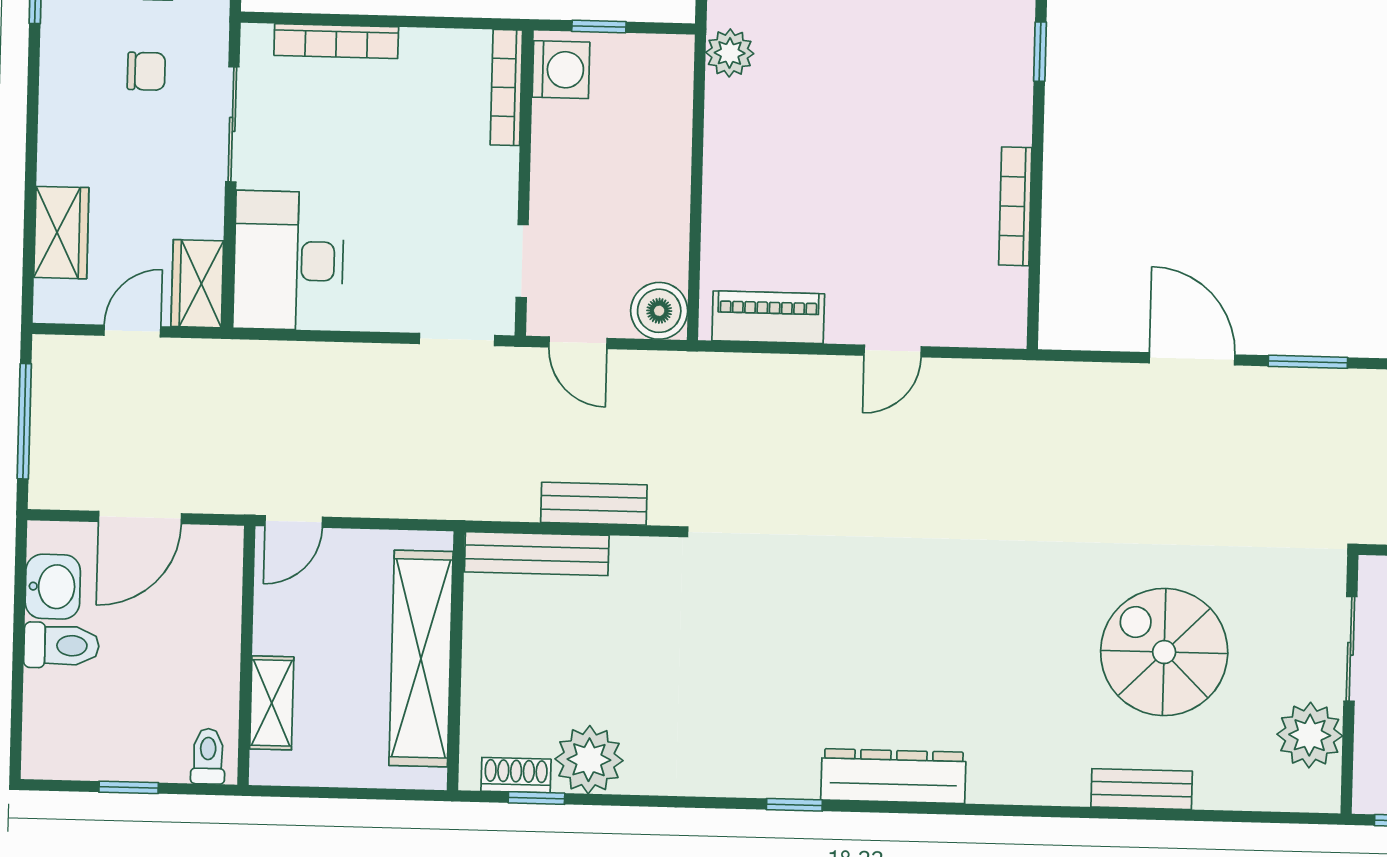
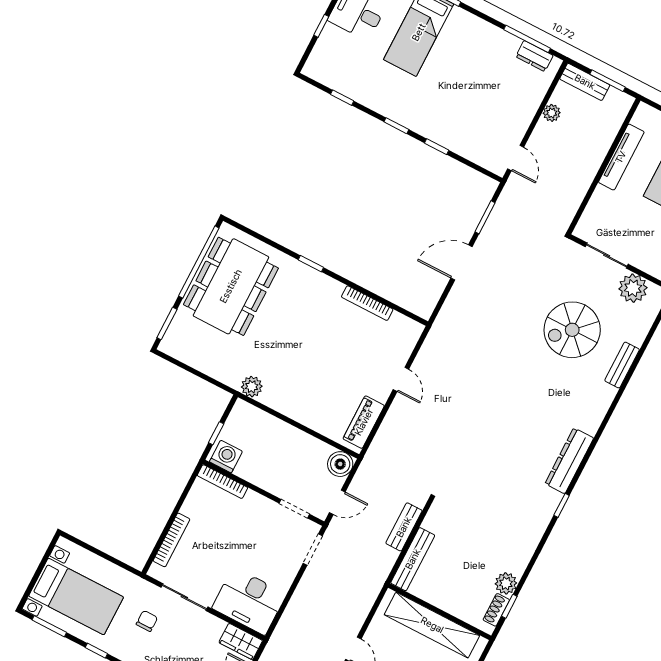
plant: (589, 760) -> (506, 583), width x0.73, depth x0.73

